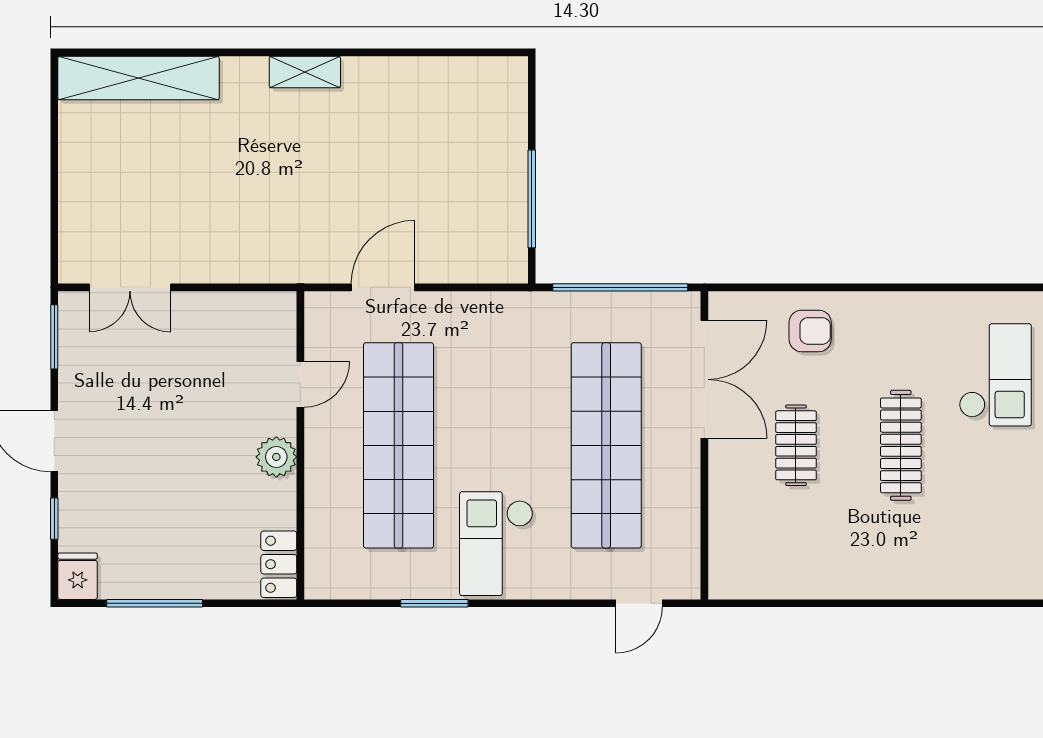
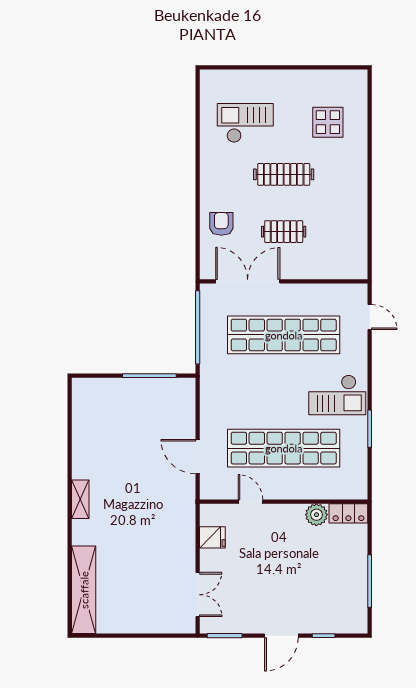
plant: (276, 457) -> (316, 515), moved
display table: (997, 526) -> (328, 122), added
fridge: (78, 576) -> (212, 537), moved, turned 180

